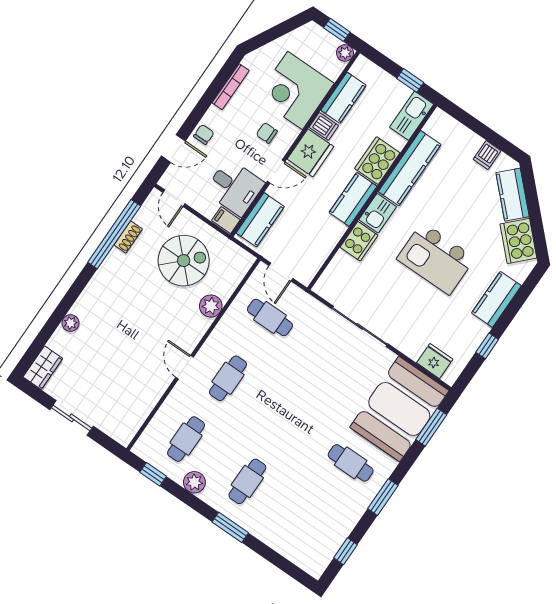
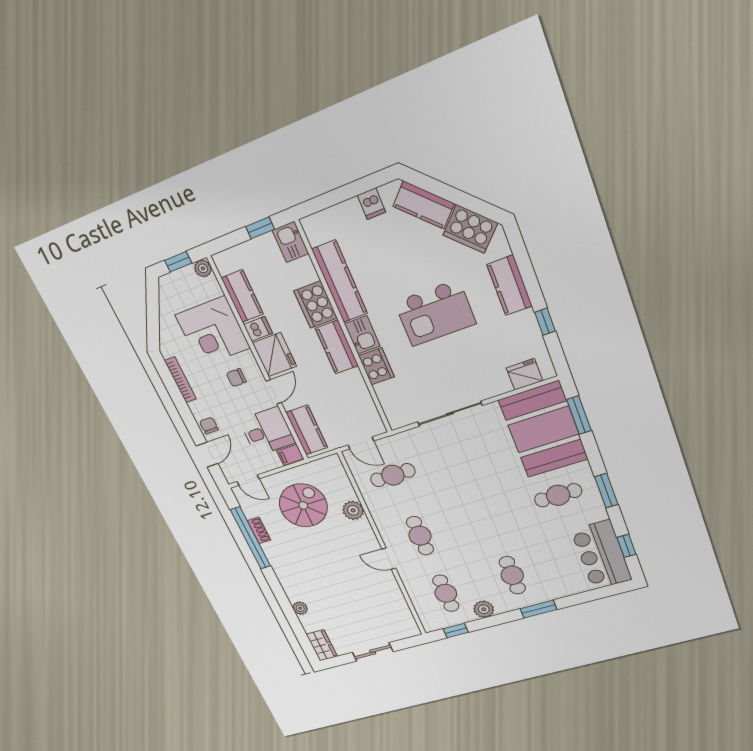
kitchen sink: (412, 116) -> (290, 242), width x0.73
bar counter: (322, 538) -> (601, 555), added

